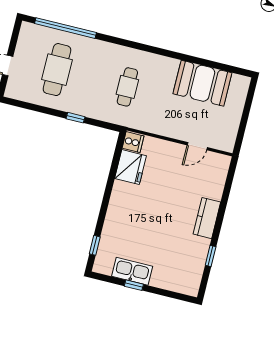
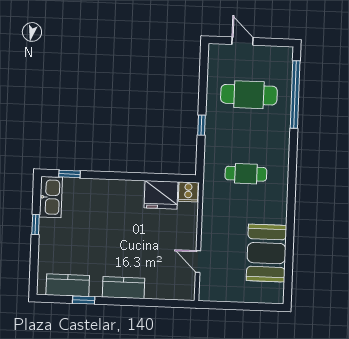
kitchen counter: (194, 268) -> (68, 285), added
kitchen sink: (132, 271) -> (51, 197), moved

